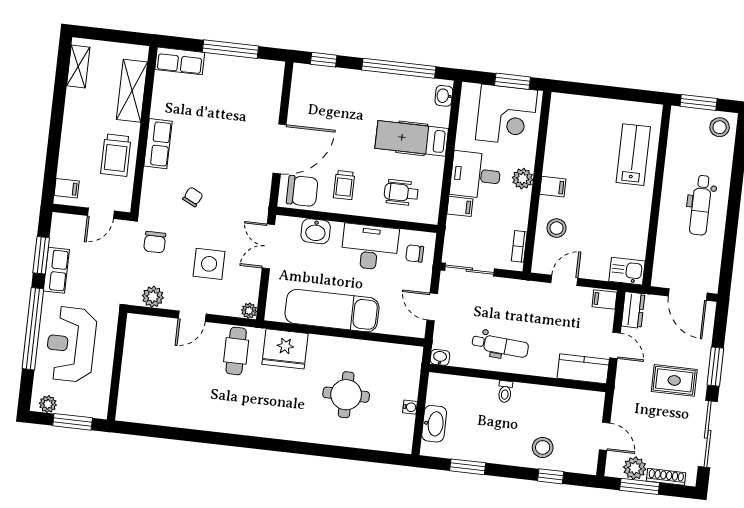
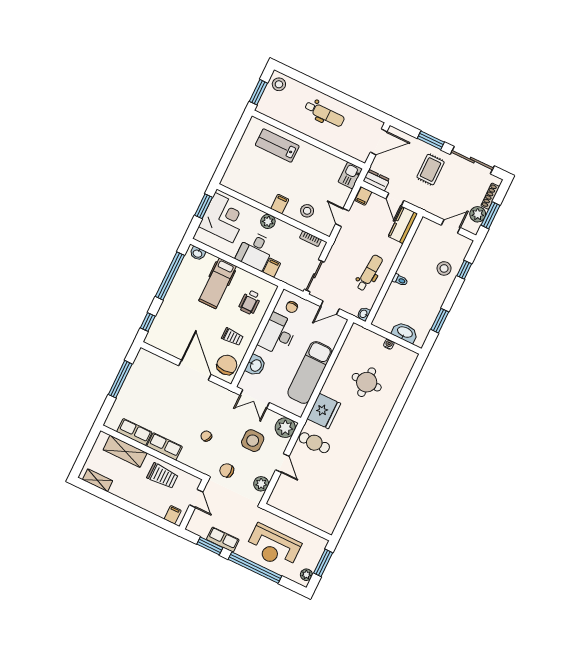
row of seats: (180, 61) -> (134, 432), moved, turned -90
chair: (155, 242) -> (227, 470), turned 180
plant: (249, 311) -> (285, 428), width x1.88, depth x1.88
door: (615, 345) -> (395, 200), swing flipped

